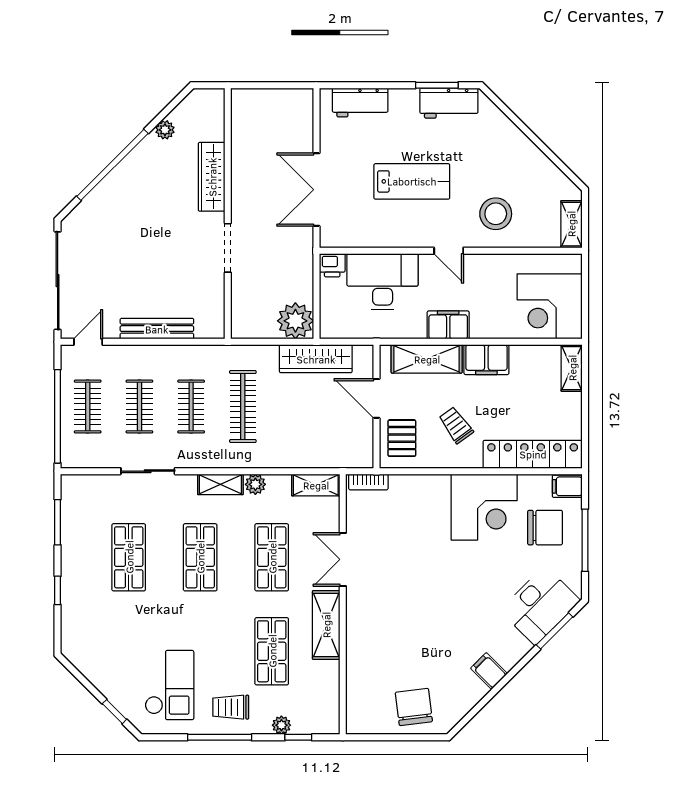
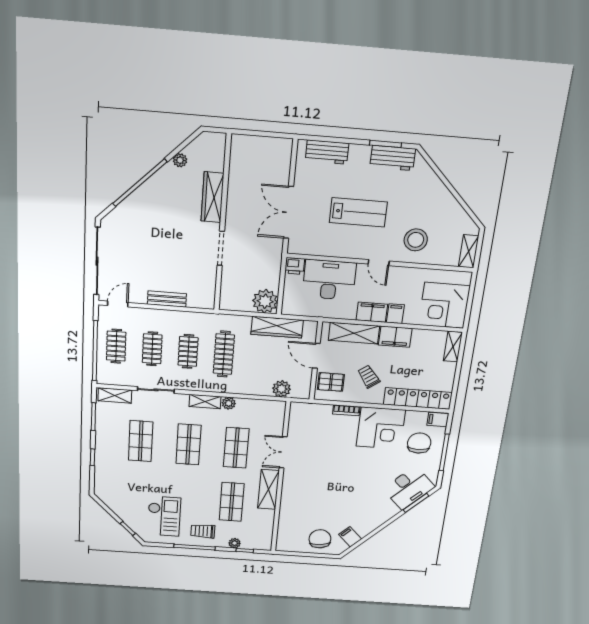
filing cabinet: (482, 324) -> (395, 314), added
bench: (157, 329) -> (167, 299), width x0.73
pallet: (402, 438) -> (331, 382), turned 90
plant: (331, 455) -> (282, 389), added
bookcase: (368, 482) -> (346, 410), moved
shelving: (316, 485) -> (115, 395), moved
chair: (545, 528) -> (419, 443), turned -90
filing cabinet: (489, 671) -> (350, 537), moved

